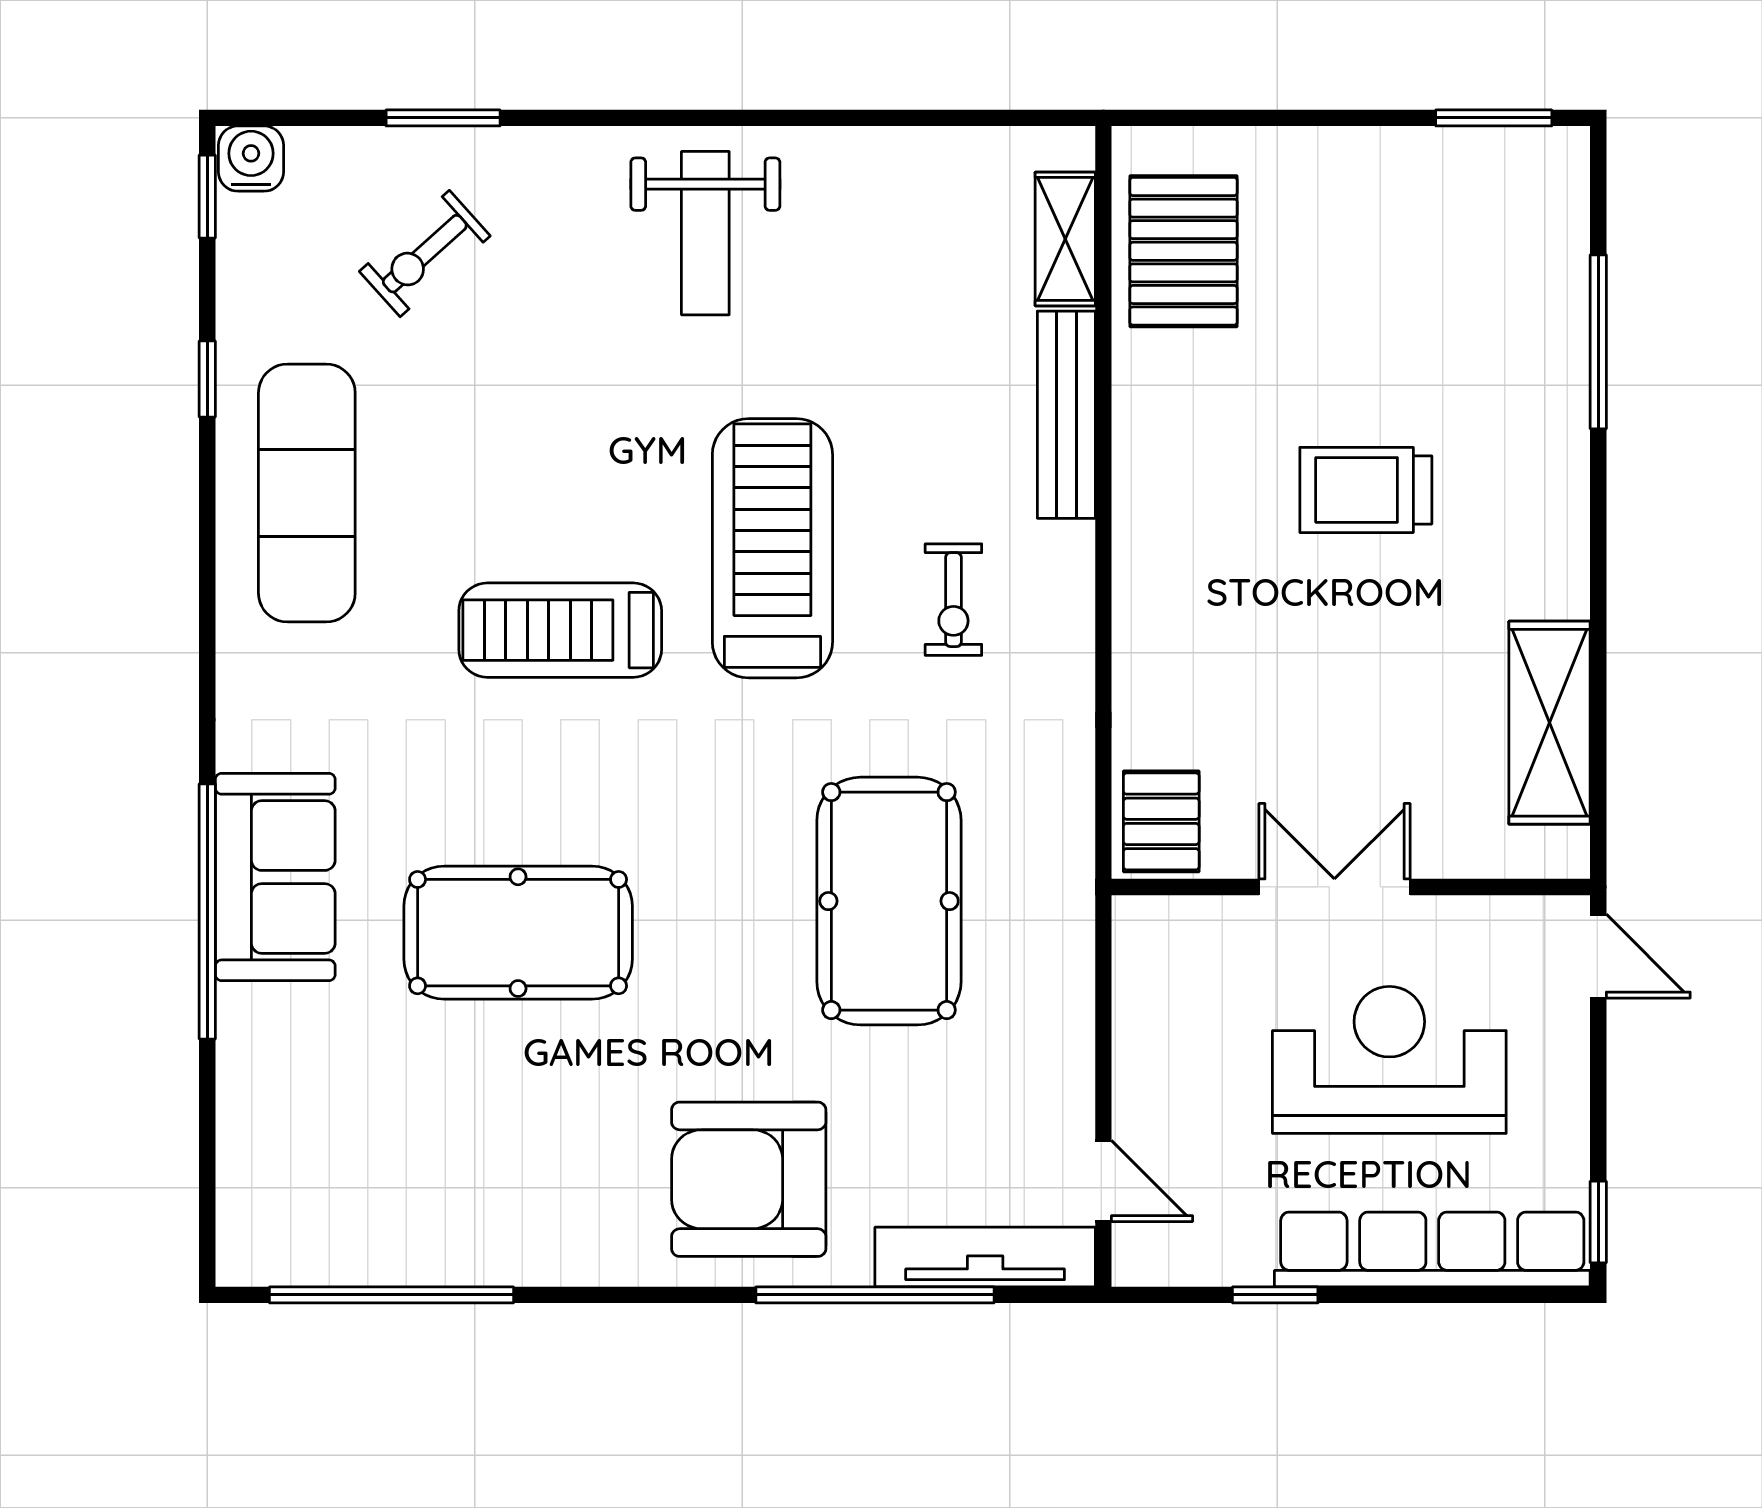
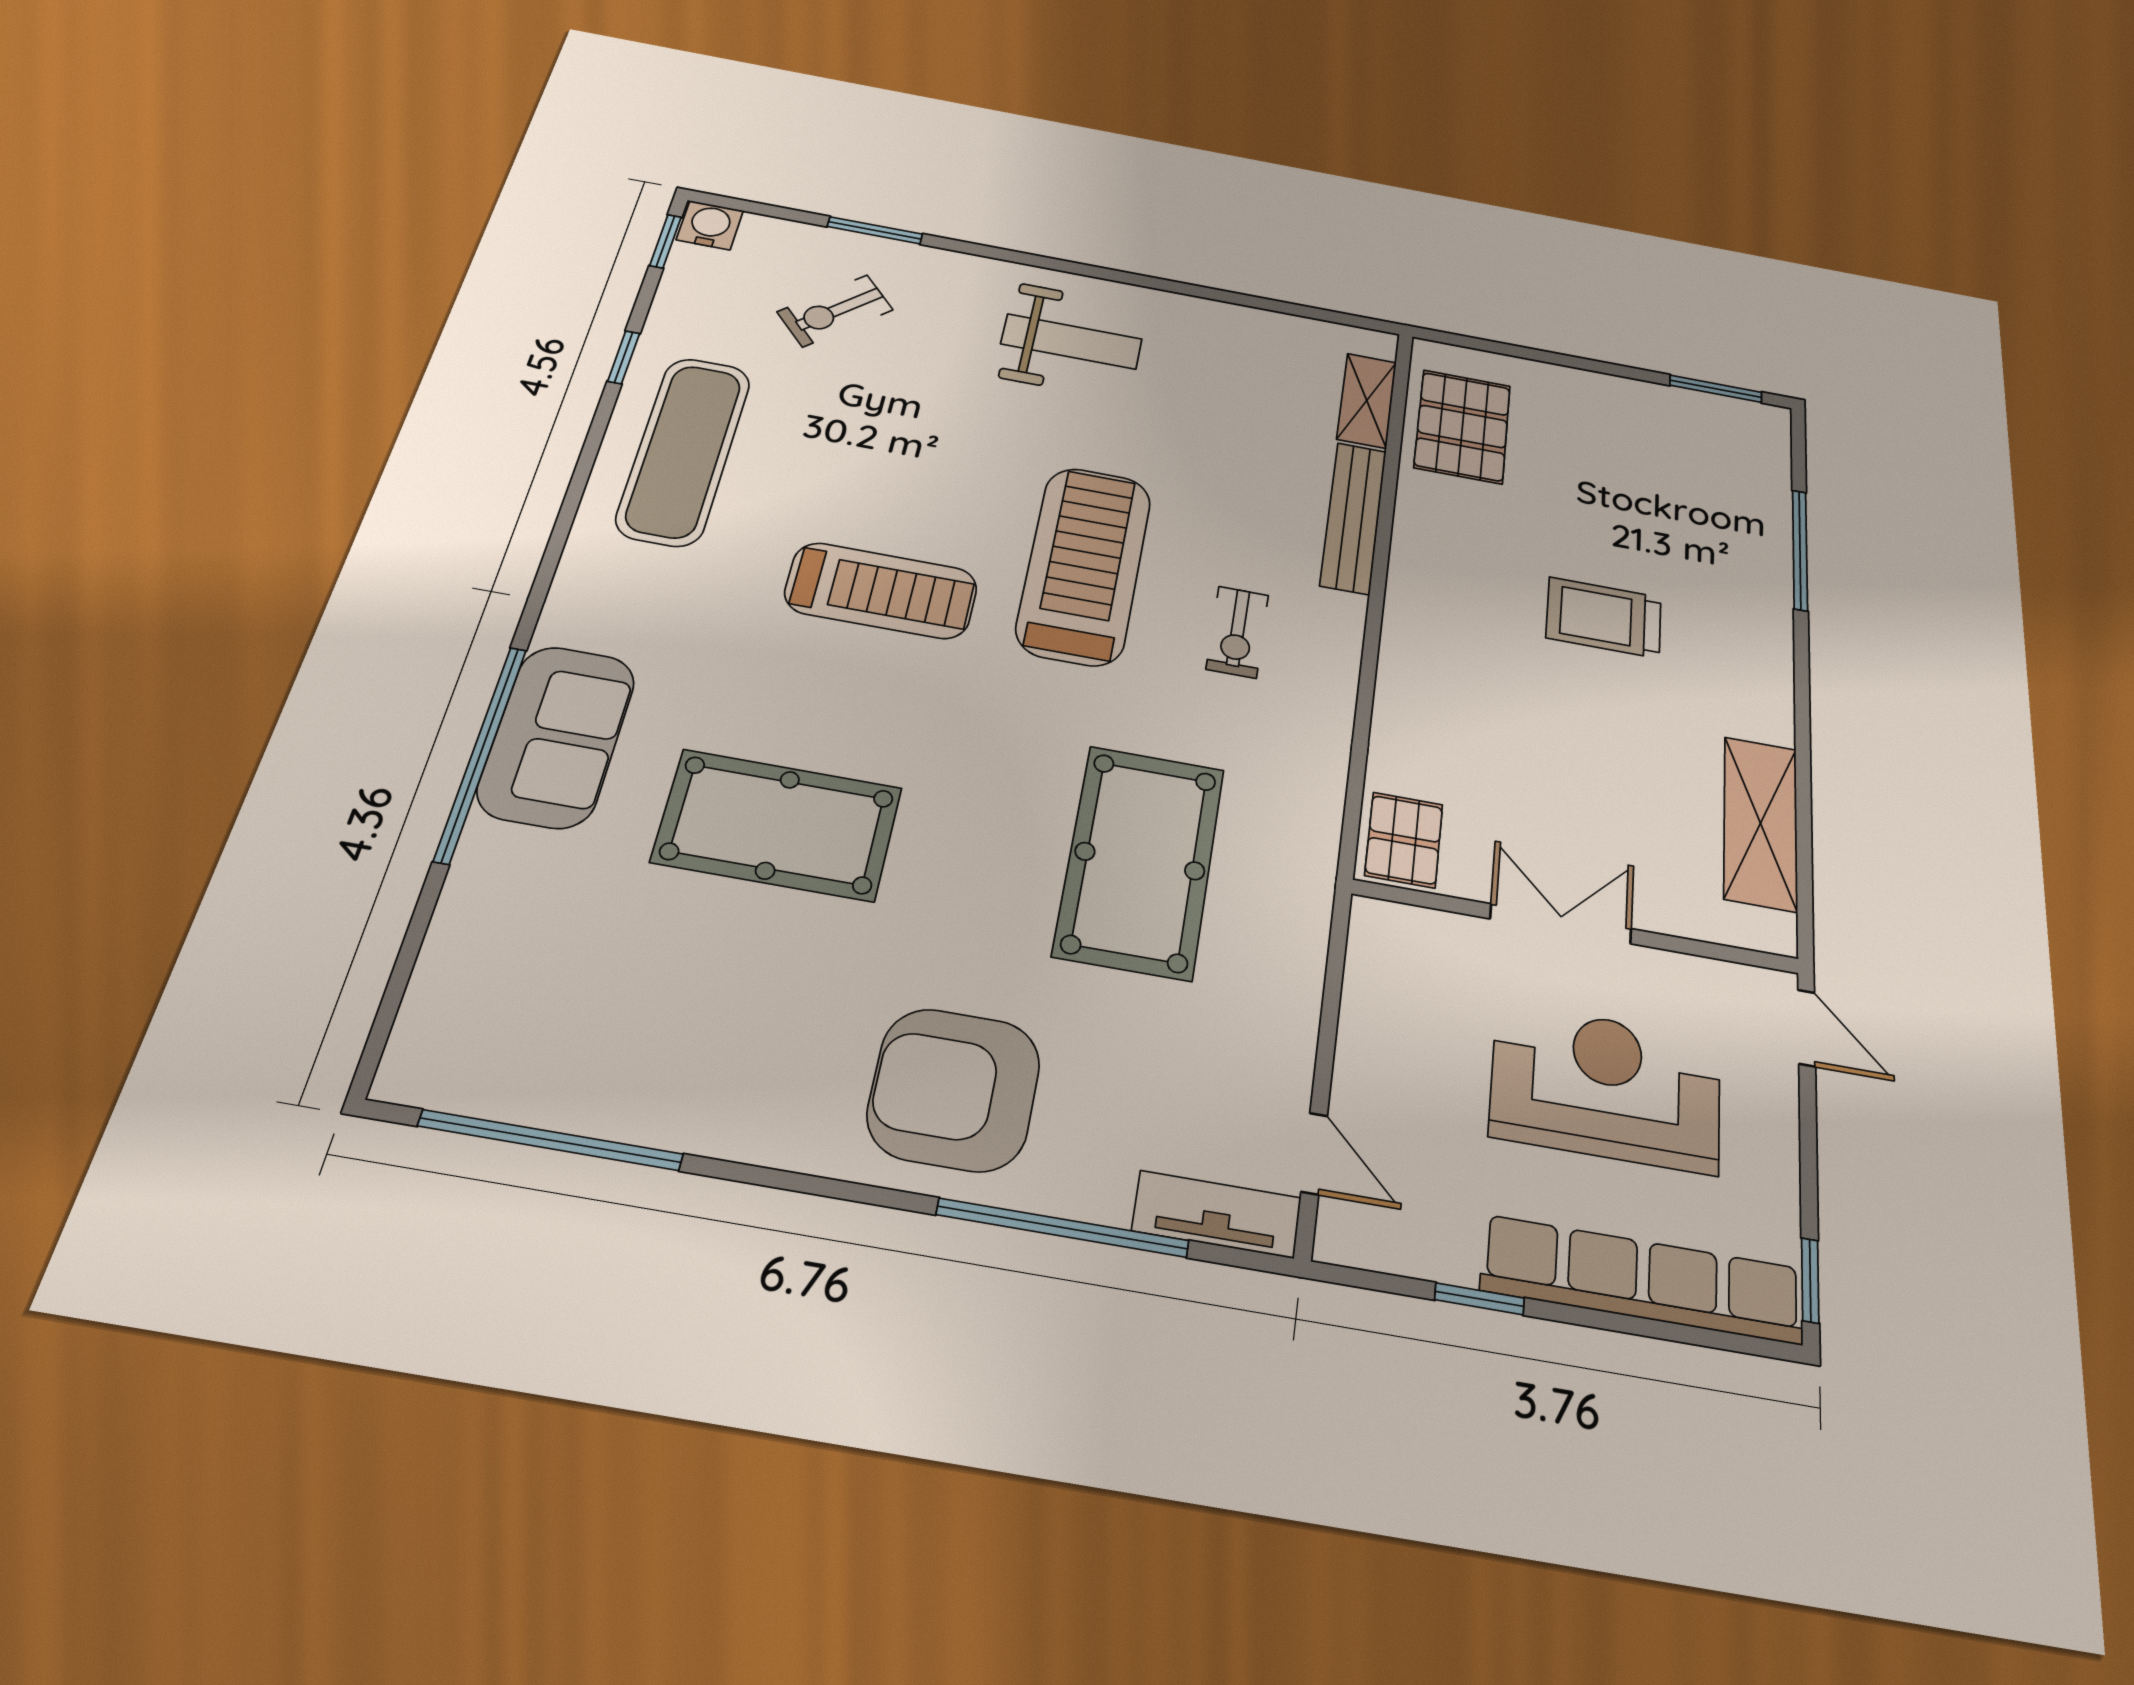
weight bench: (705, 233) -> (1072, 341), turned -90
treadmill: (560, 630) -> (881, 591), turned 180
tv unit: (985, 1257) -> (1217, 1214), width x0.71

